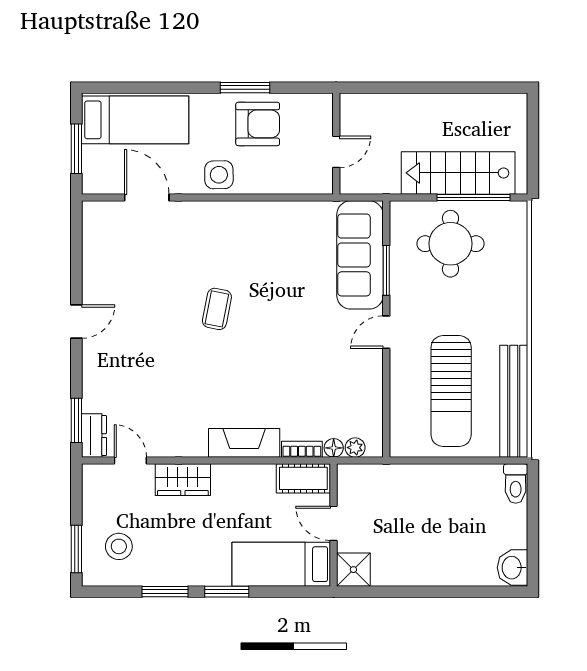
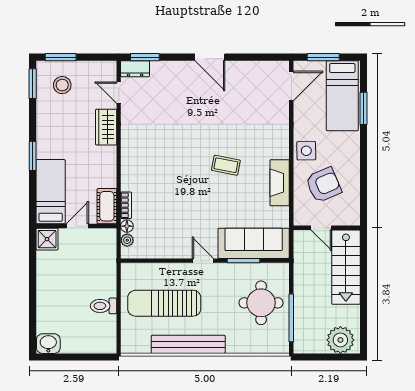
window: (245, 88) -> (363, 108), moved
plant: (507, 123) -> (340, 340), added
armchair: (258, 124) -> (324, 185), moved, turned -113
stairs: (458, 173) -> (346, 267), moved, turned 180
door: (147, 198) -> (291, 86), moved
coffee table: (217, 309) -> (226, 165), moved
door: (76, 321) -> (210, 57), width x1.37
bench: (514, 401) -> (188, 344), moved
fireplace: (244, 443) -> (280, 183), moved, turned 180
door: (130, 461) -> (119, 93), swing flipped
toilet: (516, 484) -> (103, 306), moved
window: (165, 592) -> (33, 84), moved

